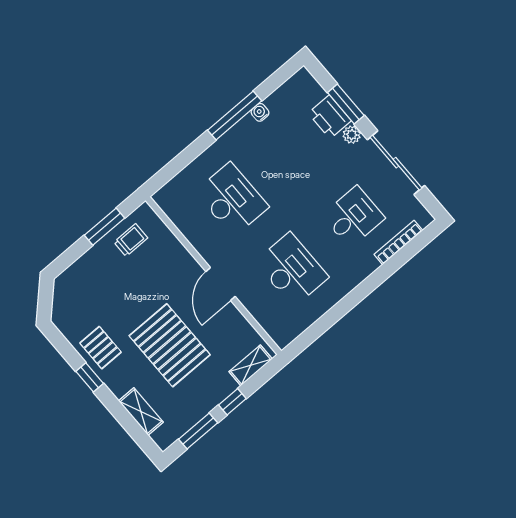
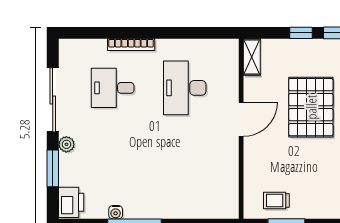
printer: (330, 117) -> (71, 202), moved
desk: (232, 199) -> (185, 170), removed
bookcase: (398, 242) -> (131, 45), moved
shelving: (251, 365) -> (252, 57), moved, turned 90

